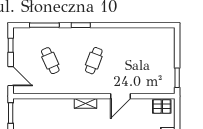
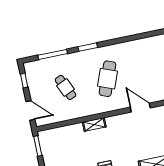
cafe table: (94, 61) -> (107, 79), width x1.37, depth x1.35
door: (120, 96) -> (140, 108), swing flipped
shelving: (86, 103) -> (94, 124), moved

